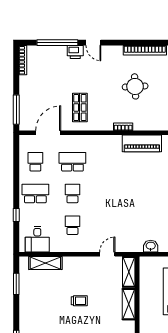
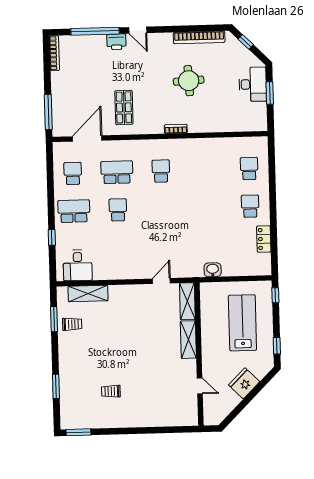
piano: (142, 143) -> (199, 148), removed
school desk: (72, 225) -> (161, 171), moved
trolley: (79, 301) -> (72, 324), moved

